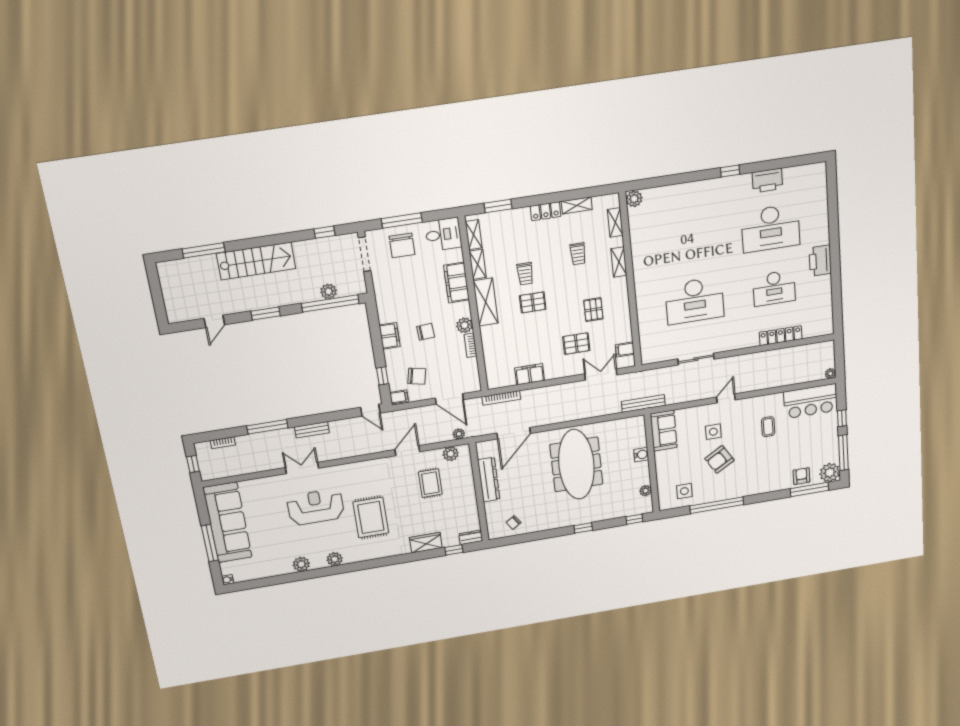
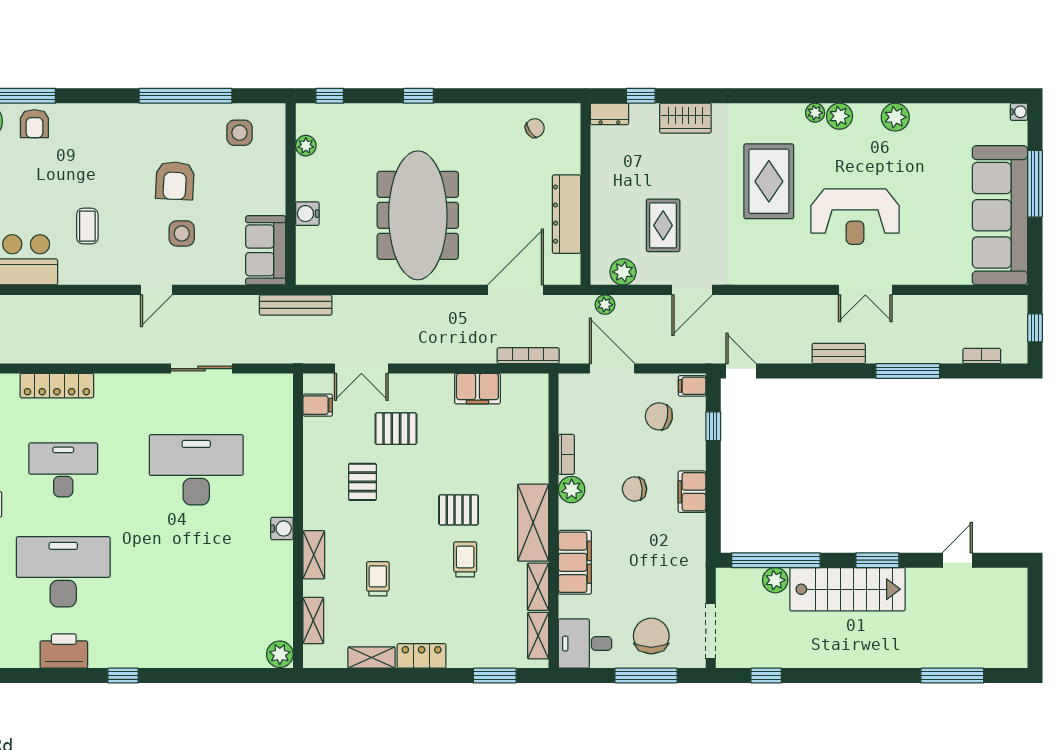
stairs: (256, 261) -> (847, 589), moved, turned 180
water cooler: (640, 275) -> (282, 528), added
armchair: (719, 459) -> (175, 181), turned 124
plant: (350, 559) -> (815, 113), added

